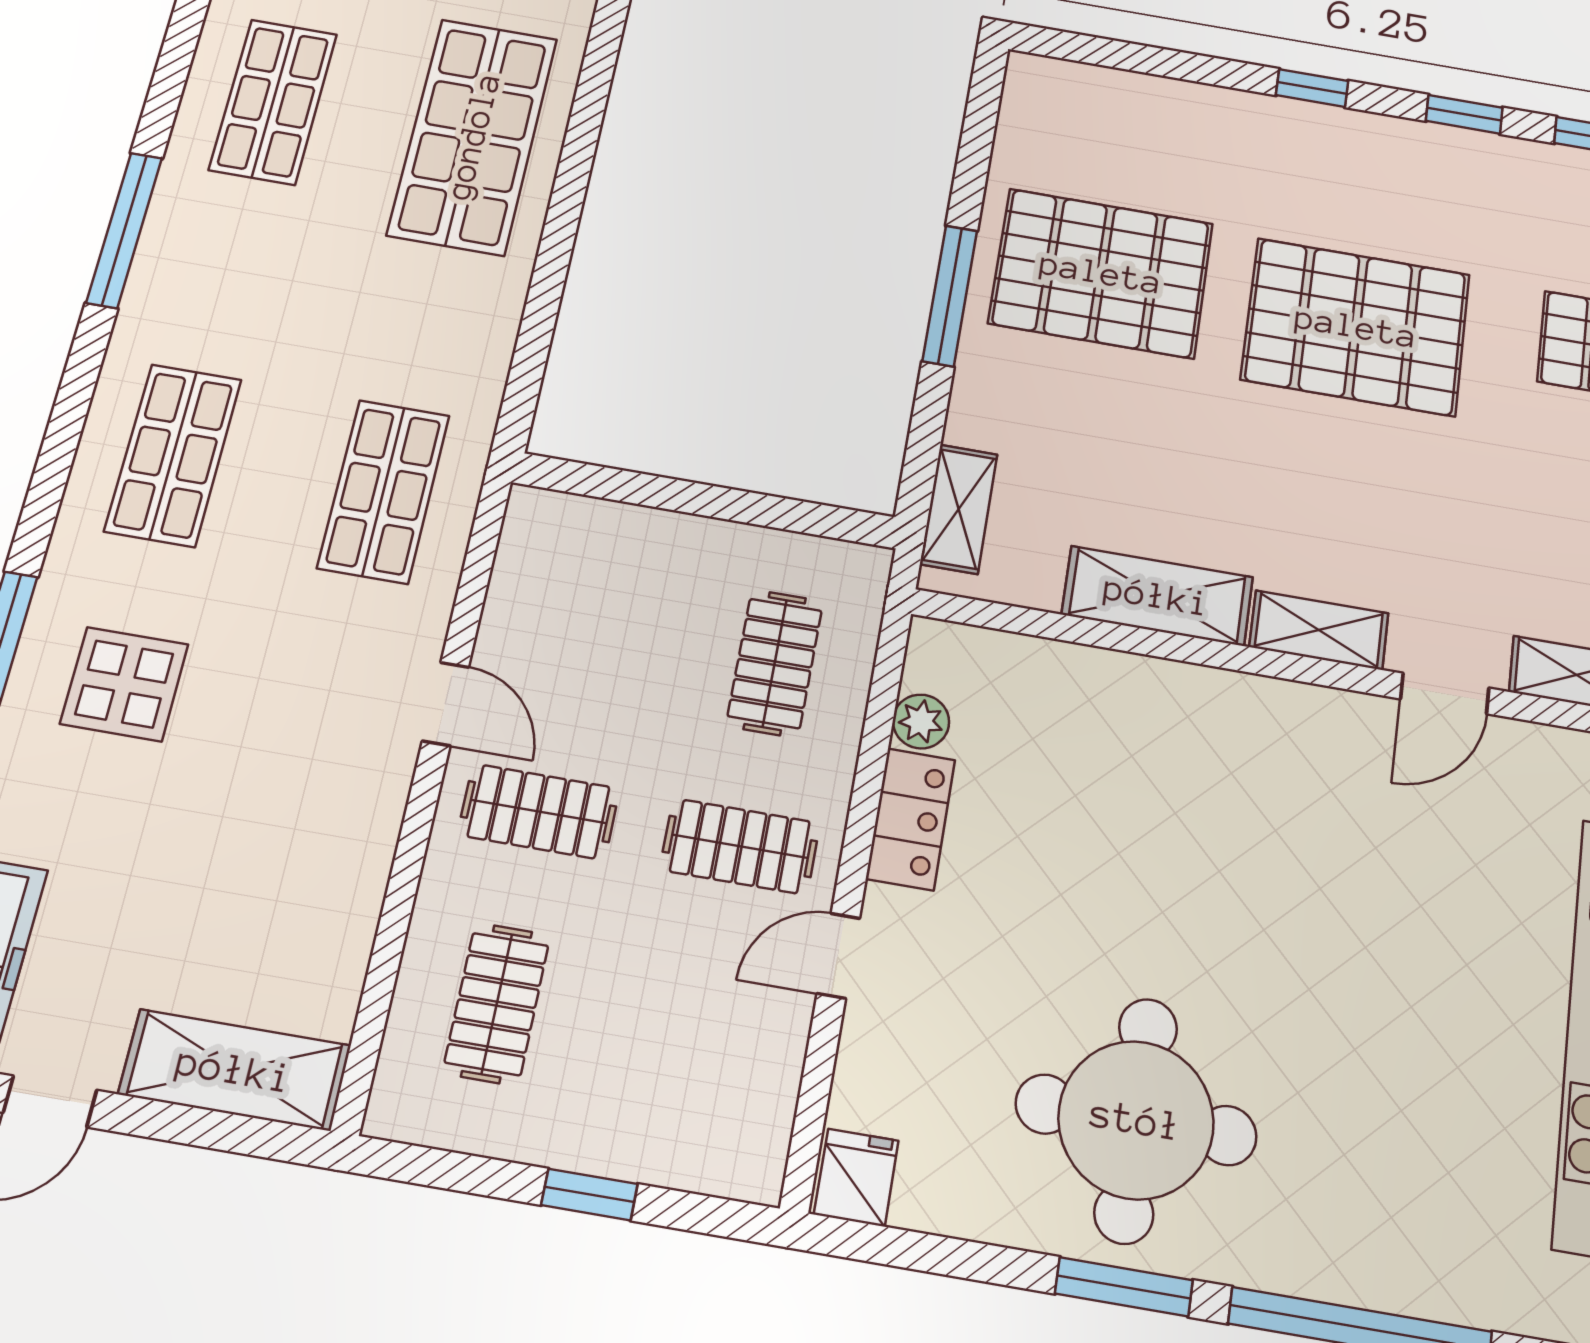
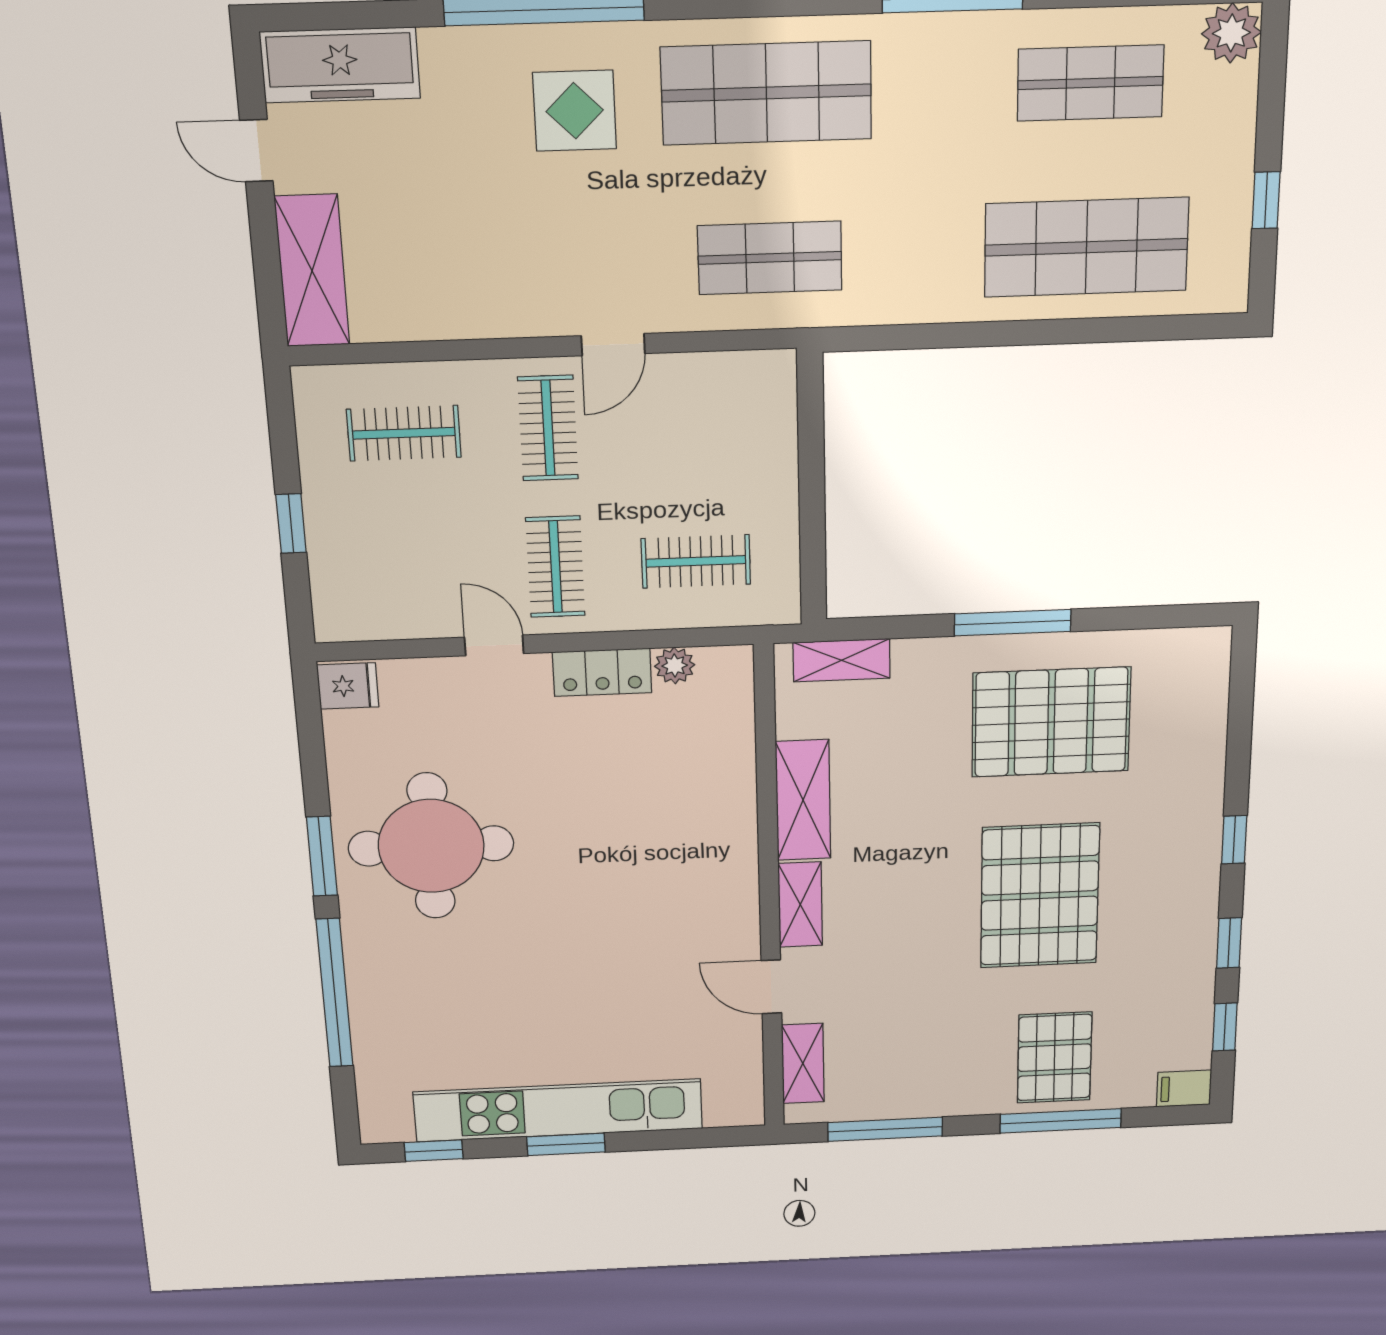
pallet: (1101, 273) -> (1051, 722), turned 90
shop shelf: (173, 455) -> (766, 93), width x1.43, depth x1.36

